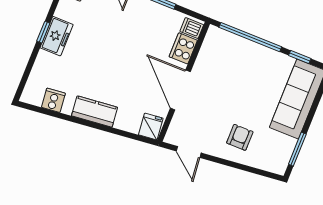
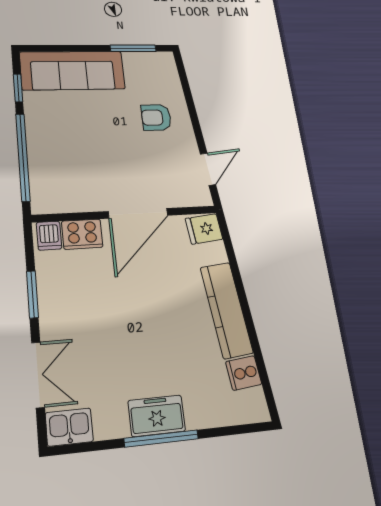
window: (43, 32) -> (161, 438), width x2.17
kitchen counter: (95, 112) -> (226, 310), width x1.50

